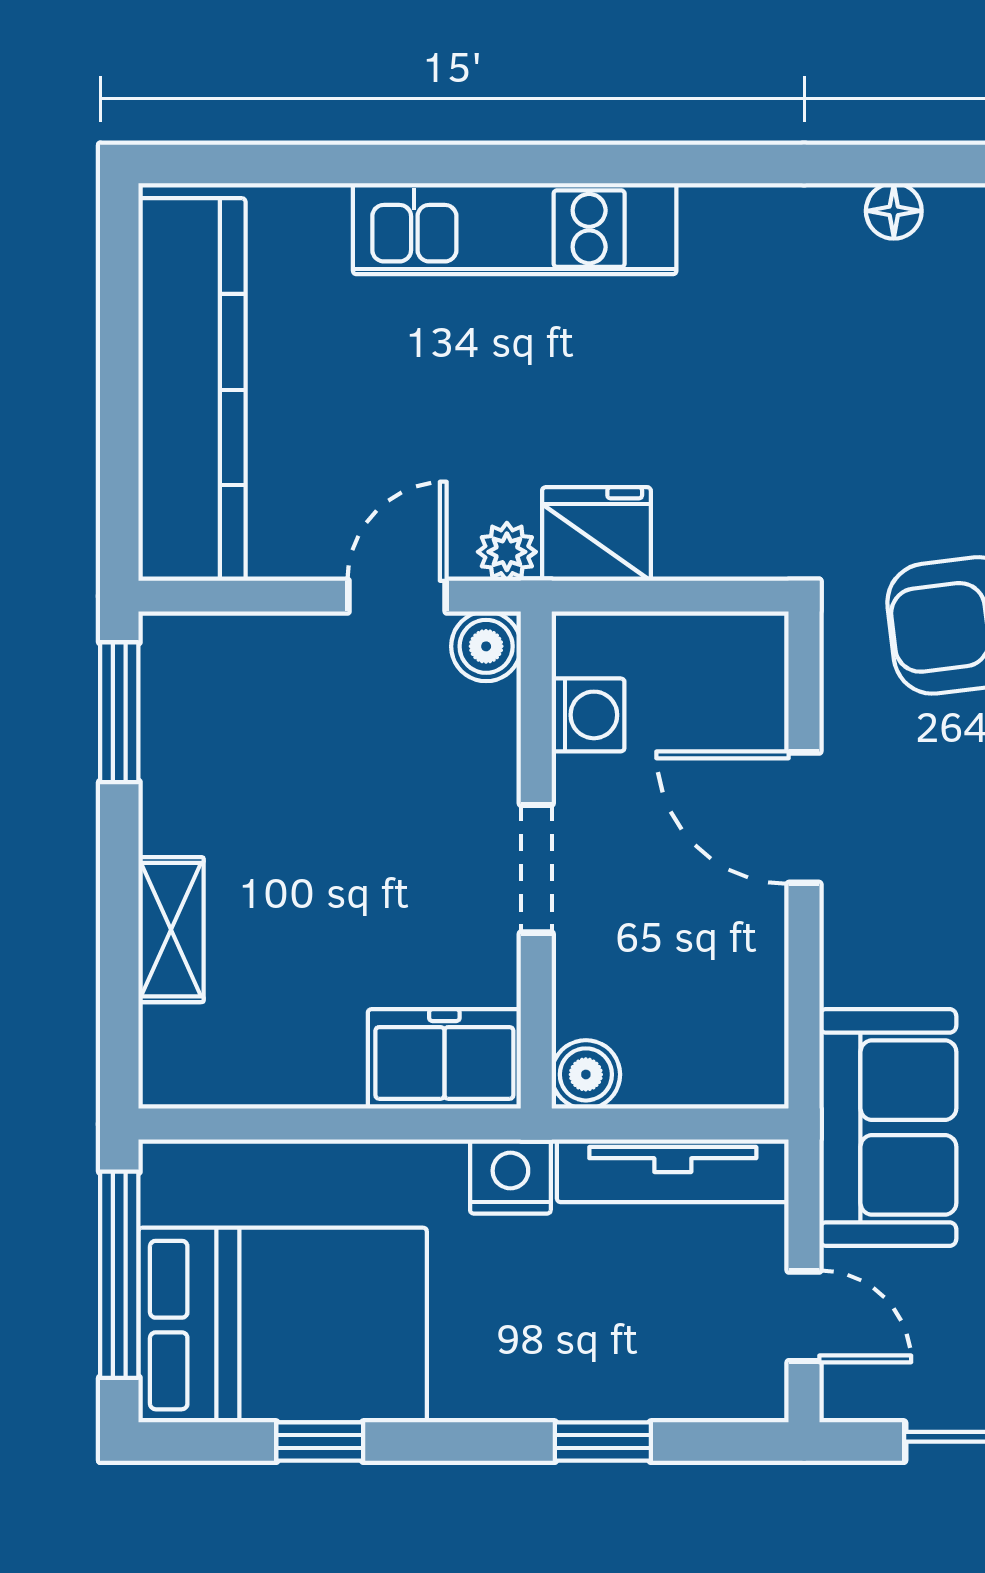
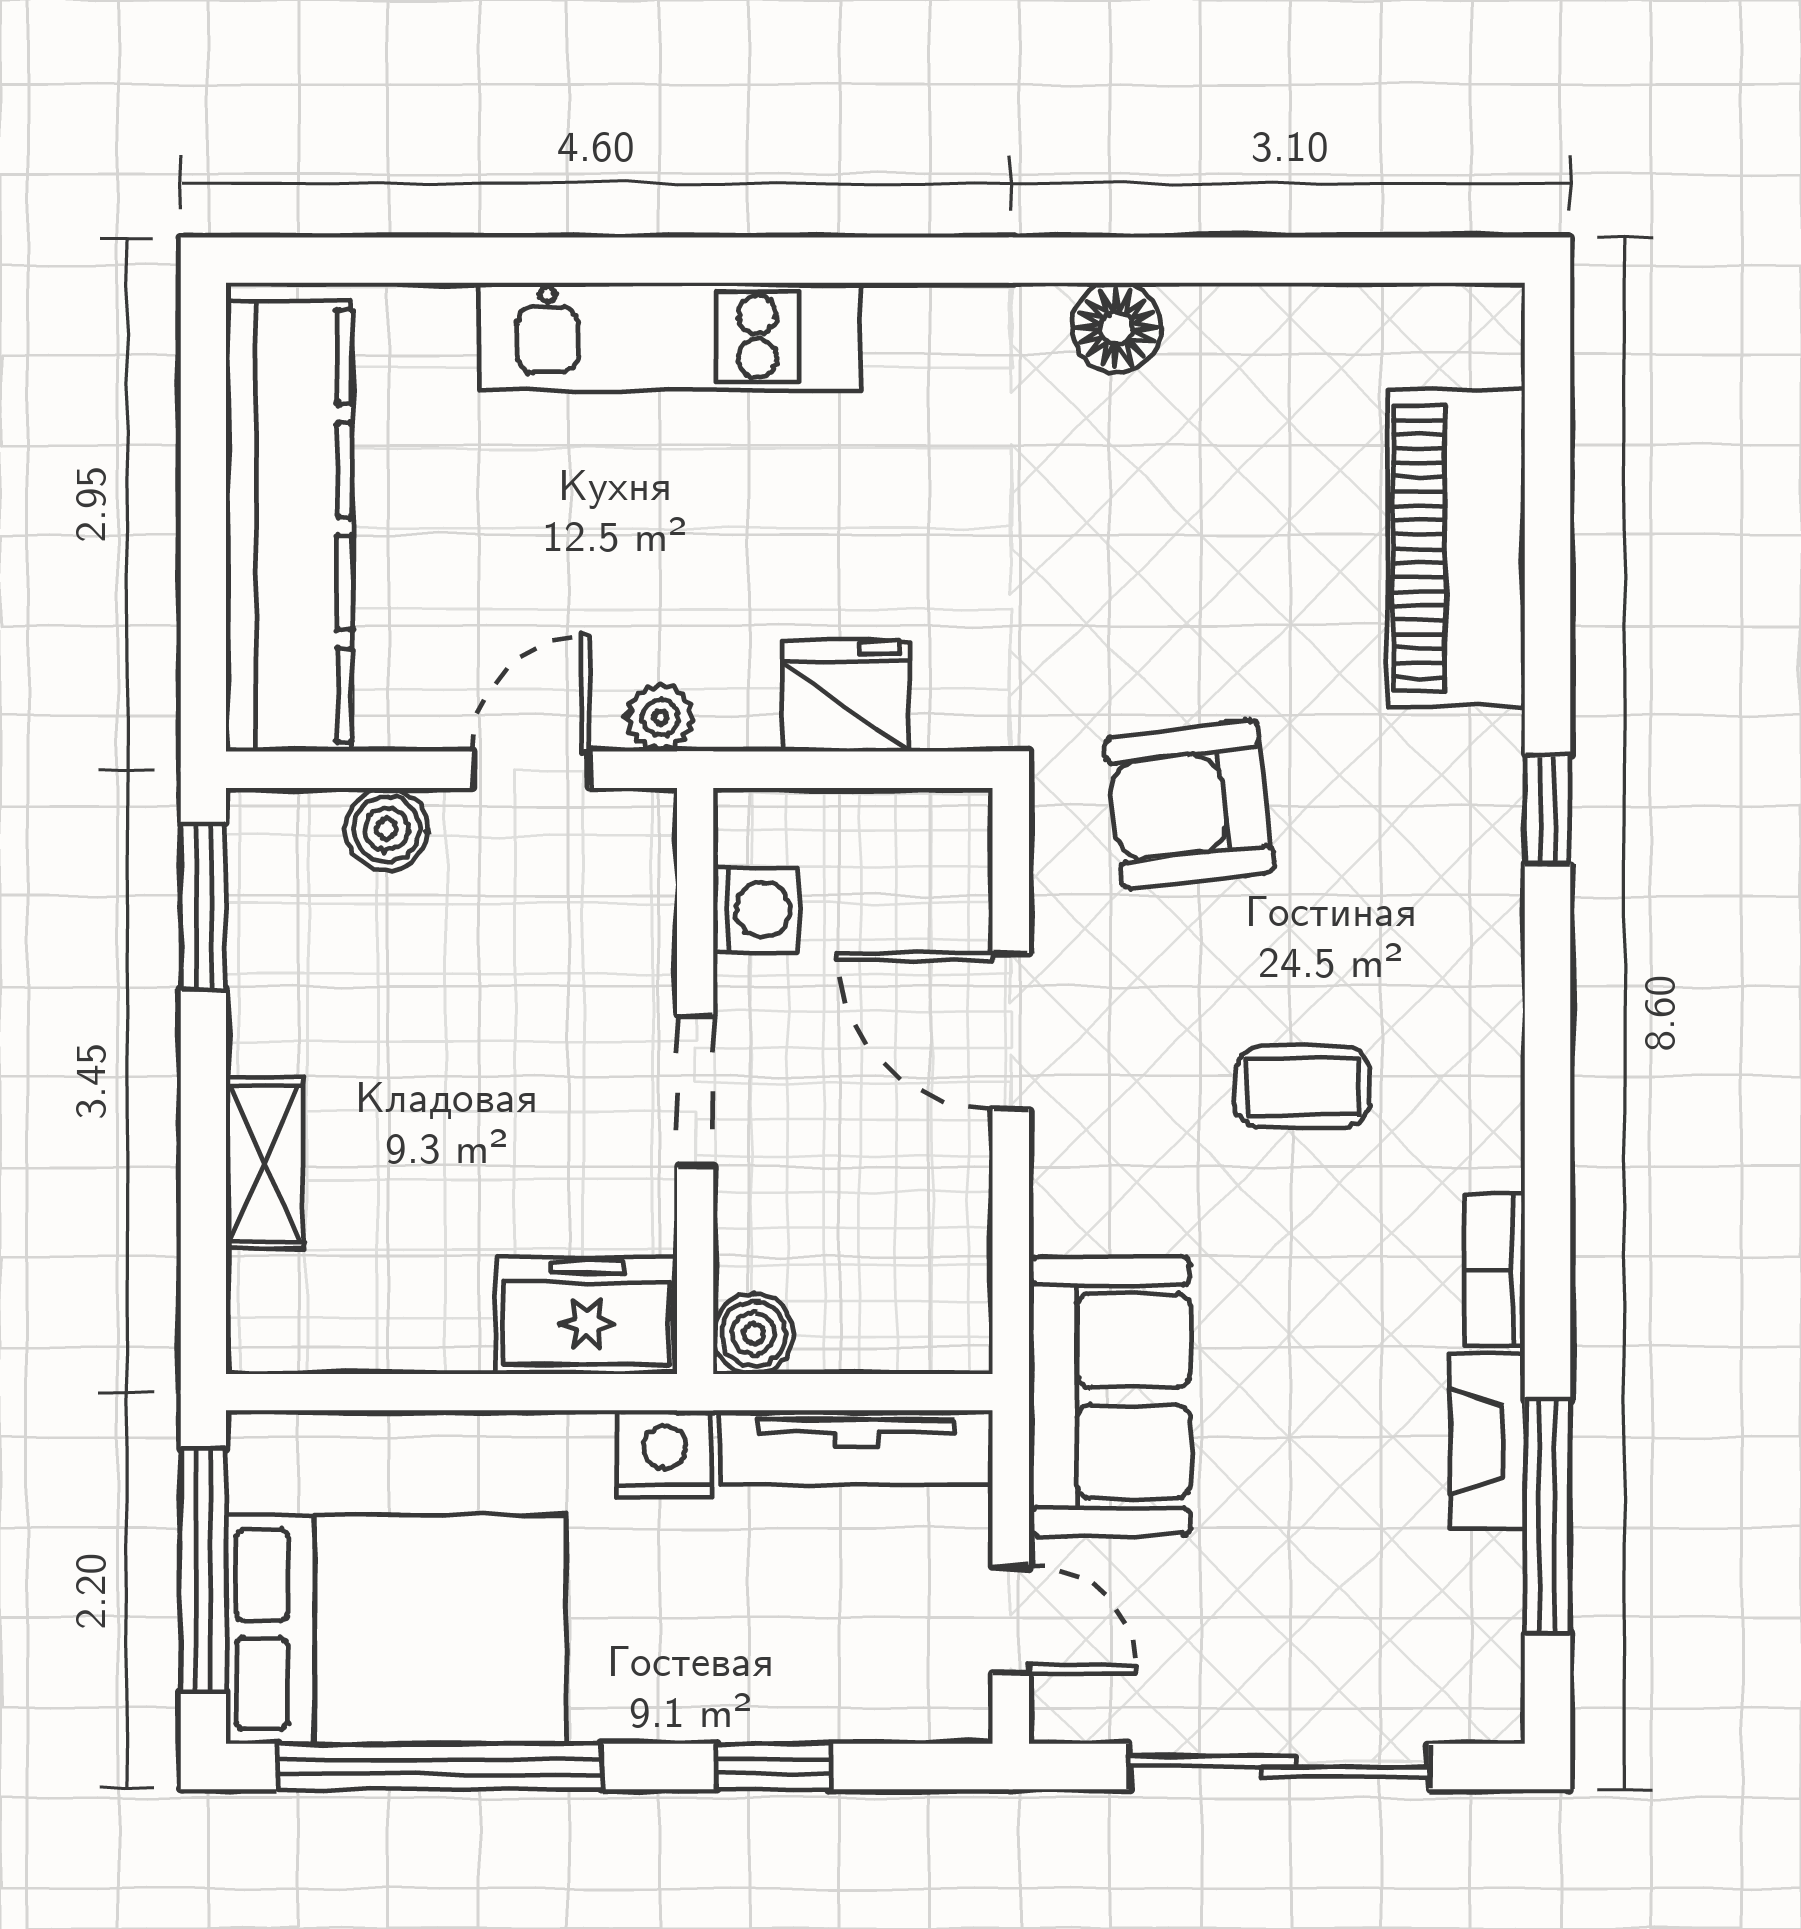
floor lamp: (894, 211) -> (1117, 328), width x1.37, depth x1.37
fridge: (596, 534) -> (846, 696), moved
boiler: (486, 646) -> (387, 829), moved
window: (320, 1442) -> (440, 1766), width x3.17

